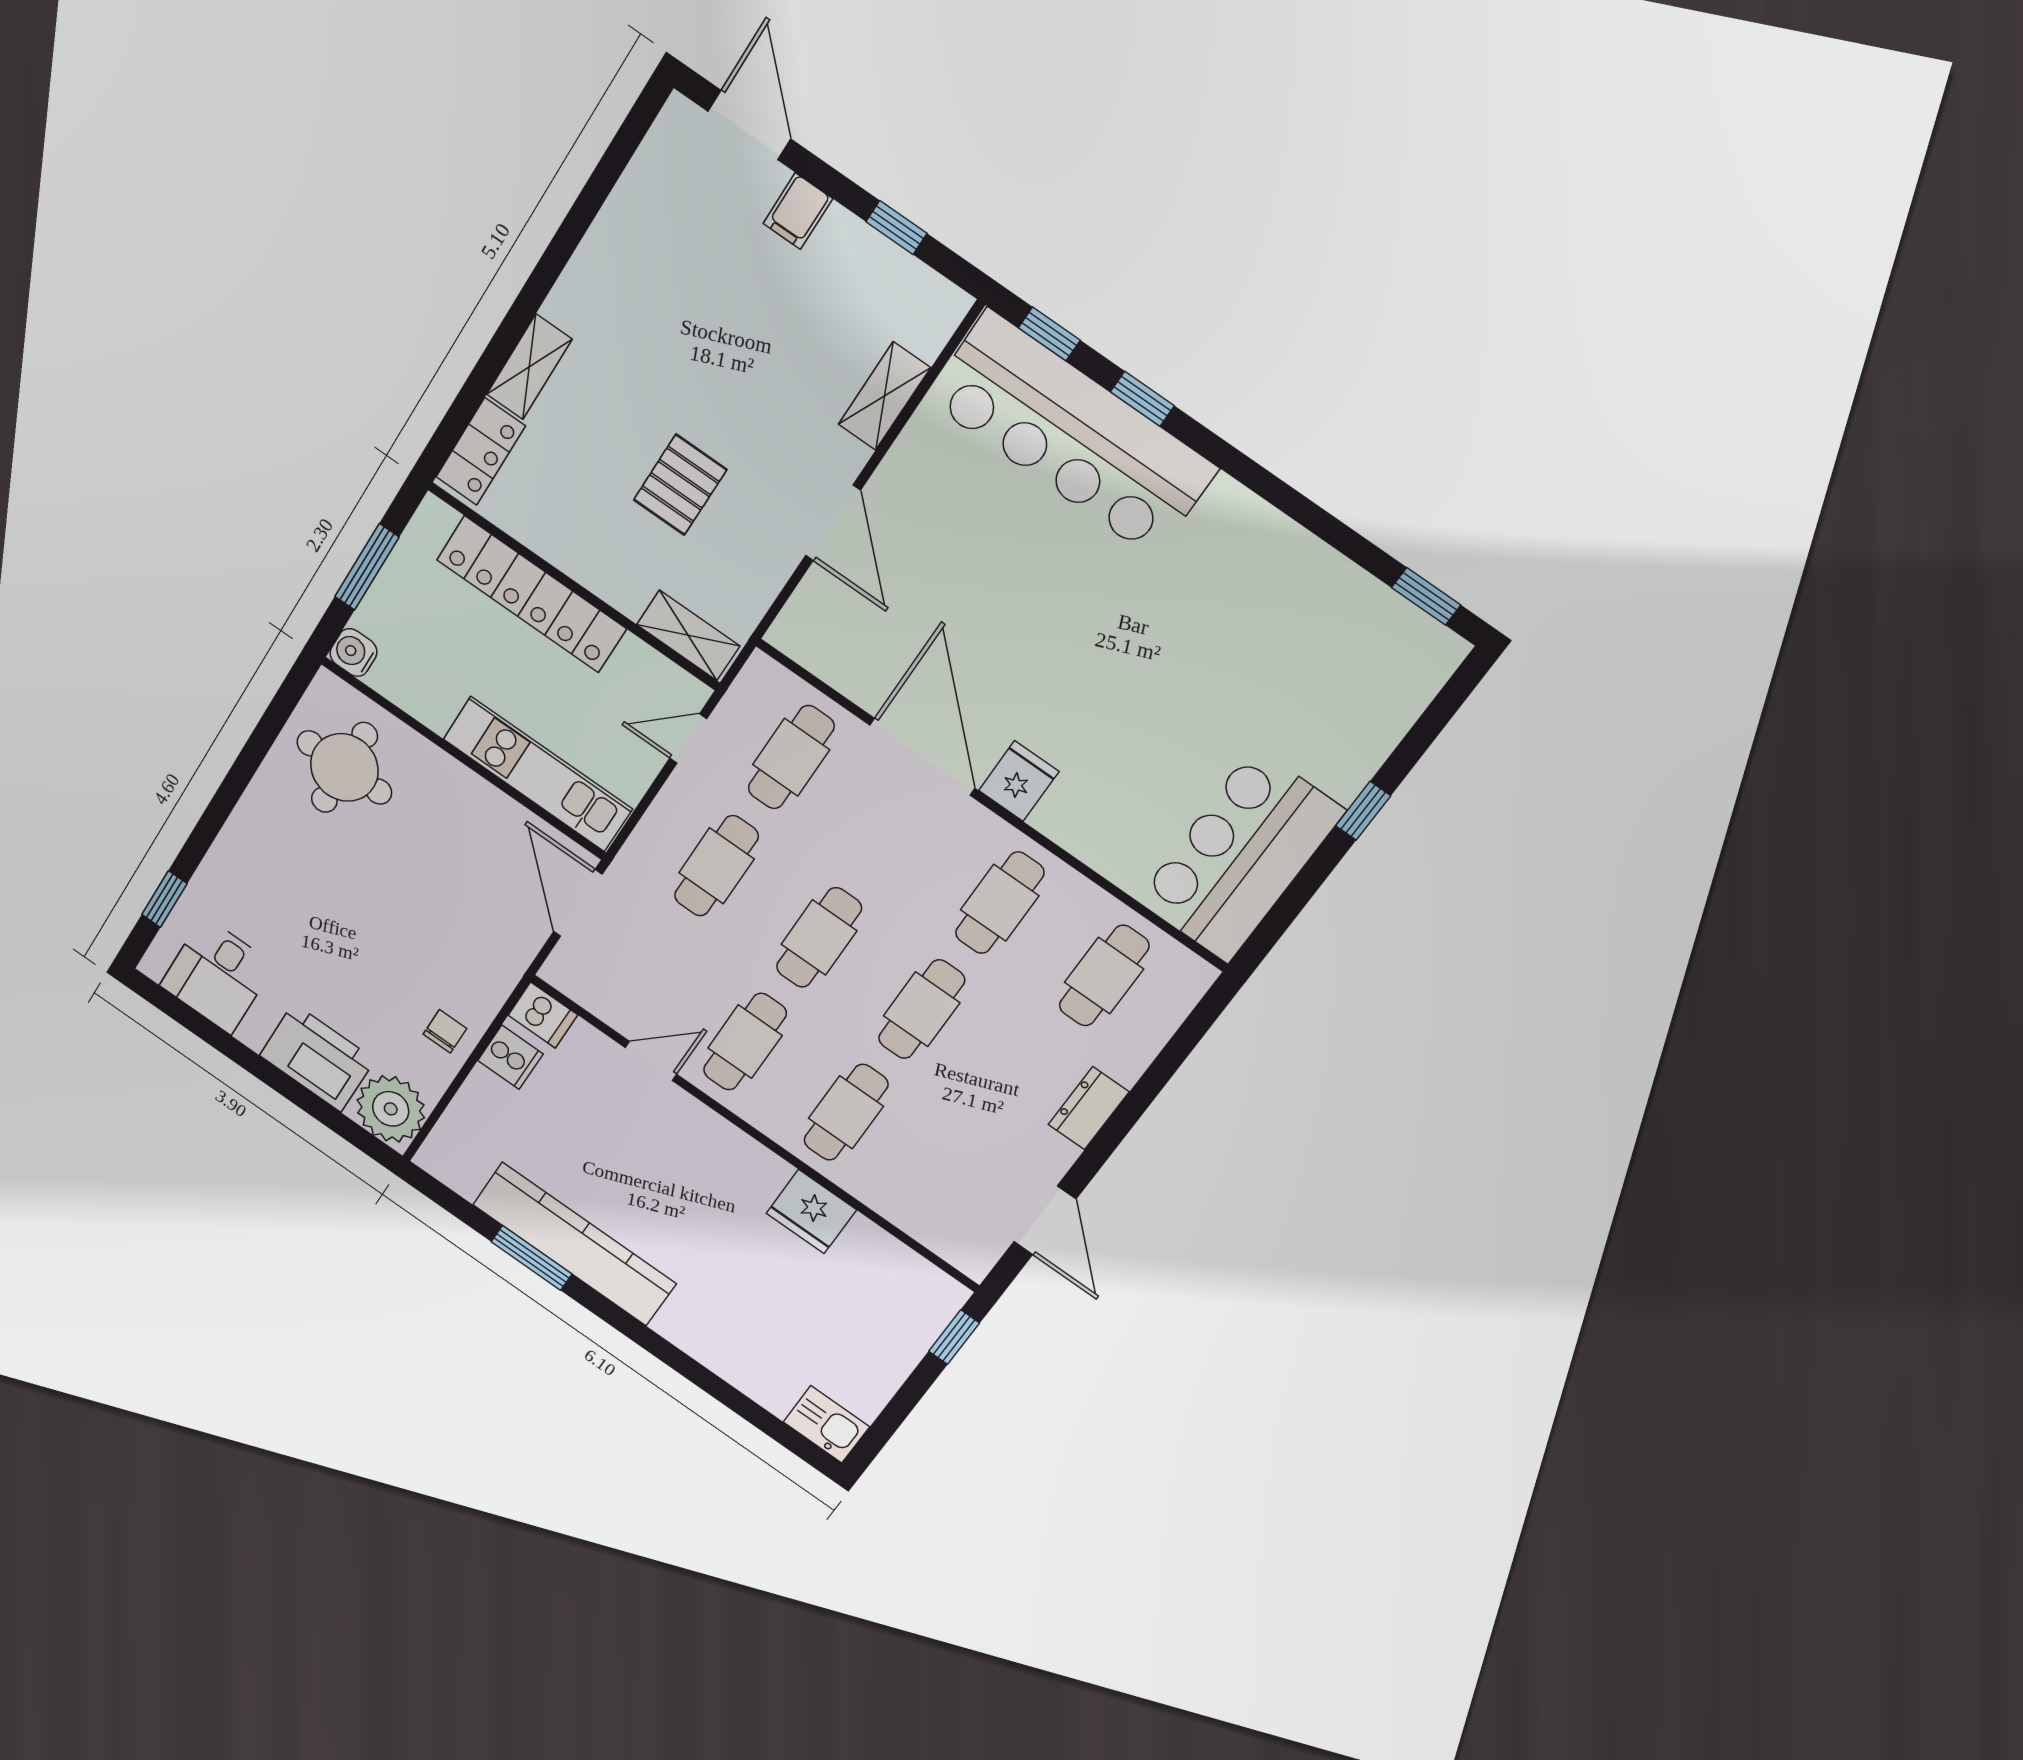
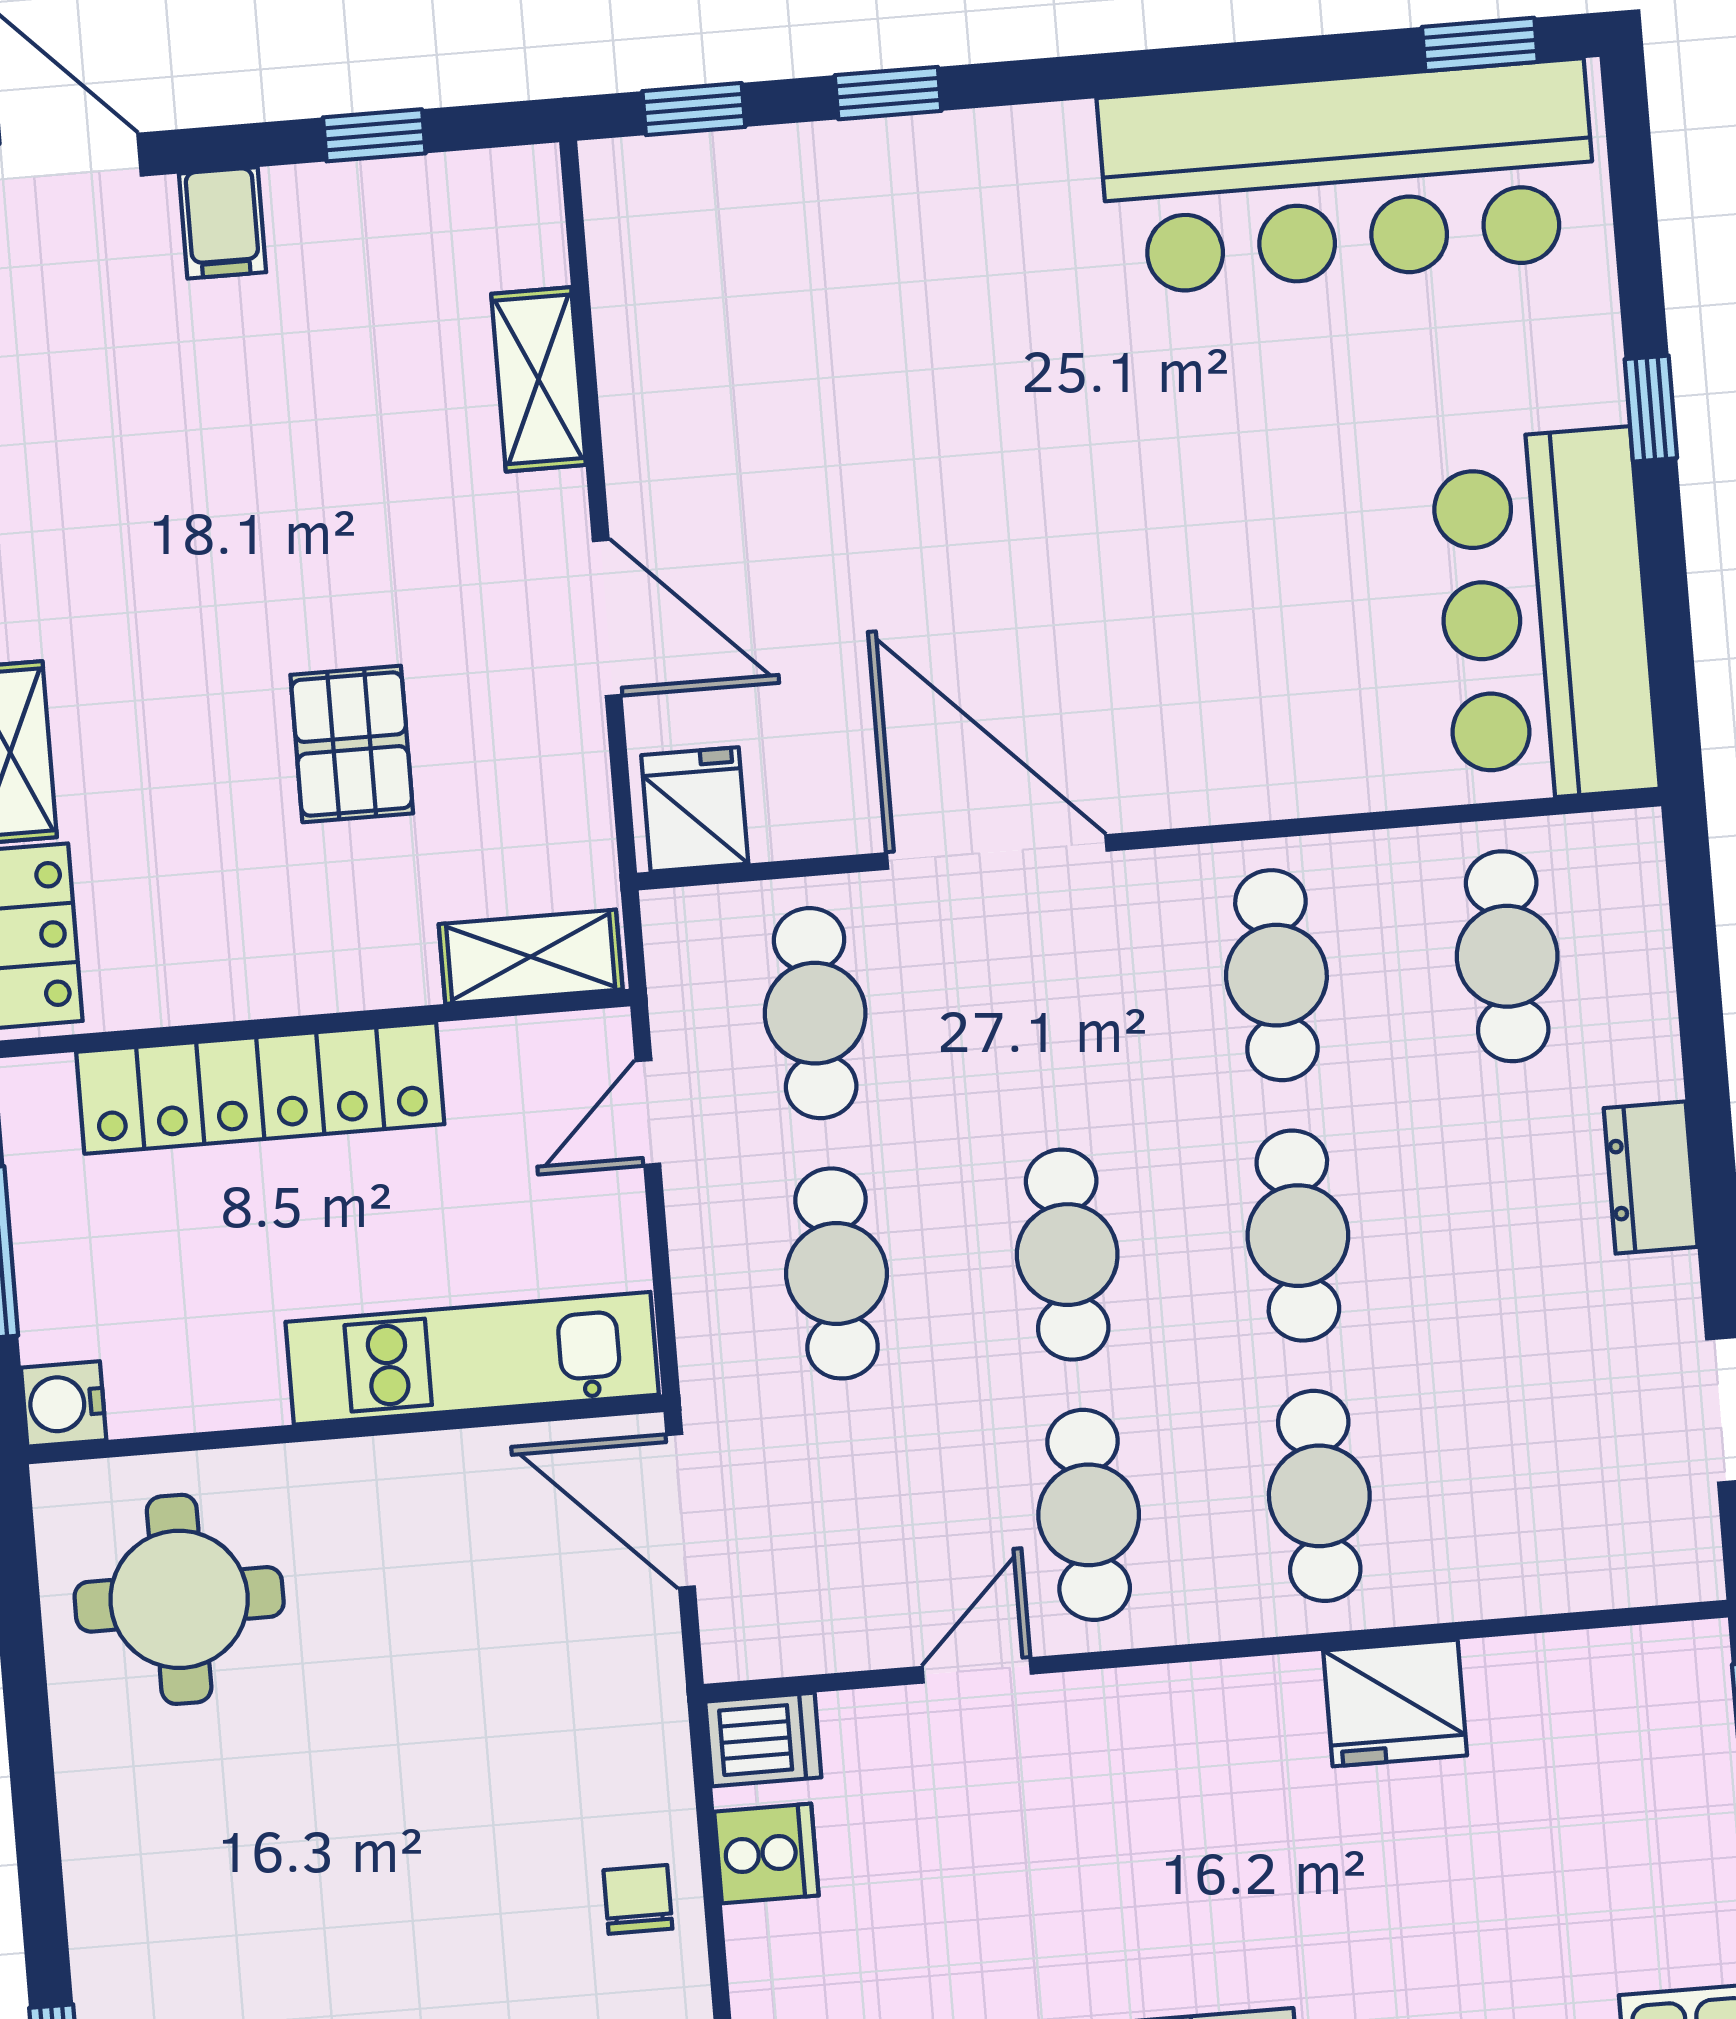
bar counter: (1071, 434) -> (1348, 177), moved
fridge: (1019, 781) -> (695, 809), moved

